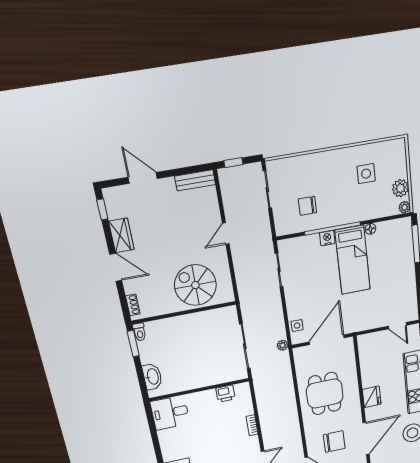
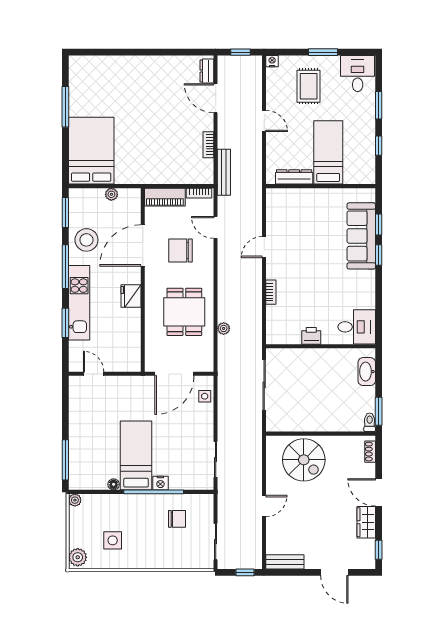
plant: (400, 188) -> (78, 557), moved
plant: (282, 345) -> (224, 328), moved
printer: (225, 394) -> (311, 336), moved

